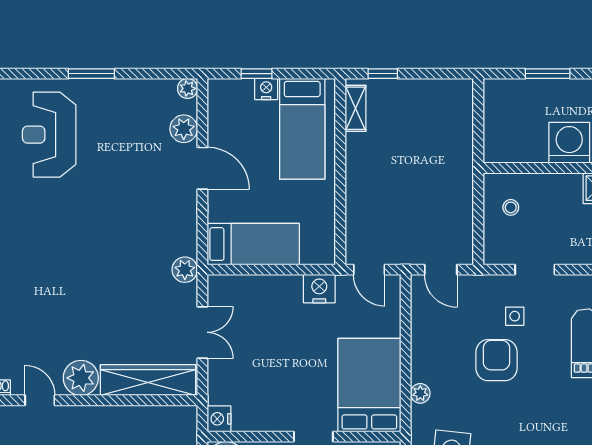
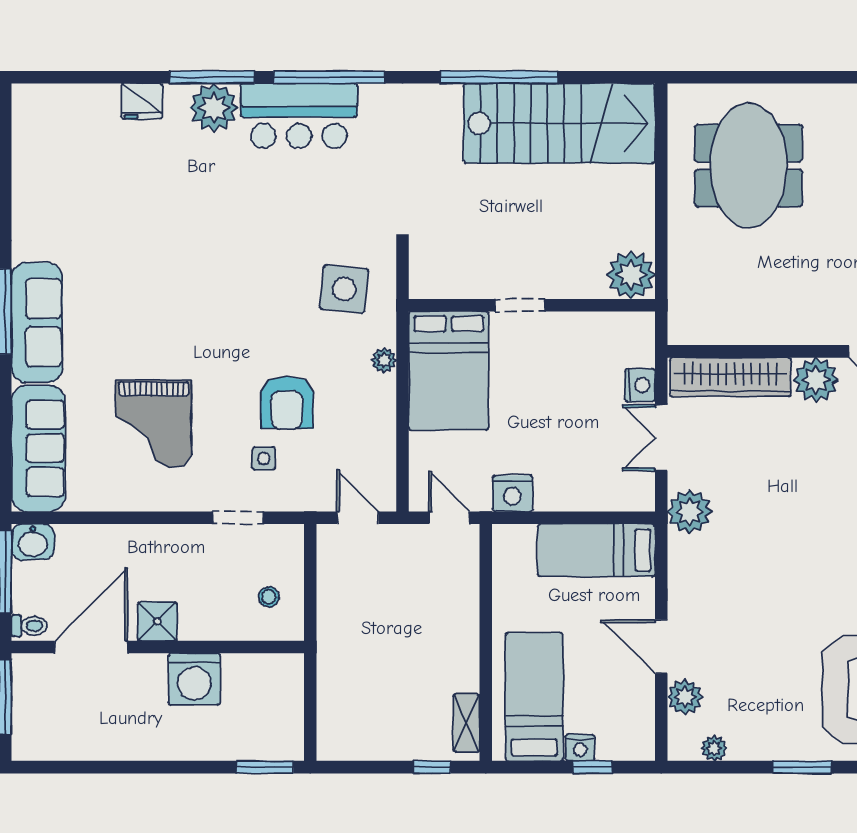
window: (548, 74) -> (265, 767), moved
plant: (188, 88) -> (714, 748), moved
plant: (185, 270) -> (689, 512), width x1.36, depth x1.36
nightstand: (219, 419) -> (640, 385), moved

